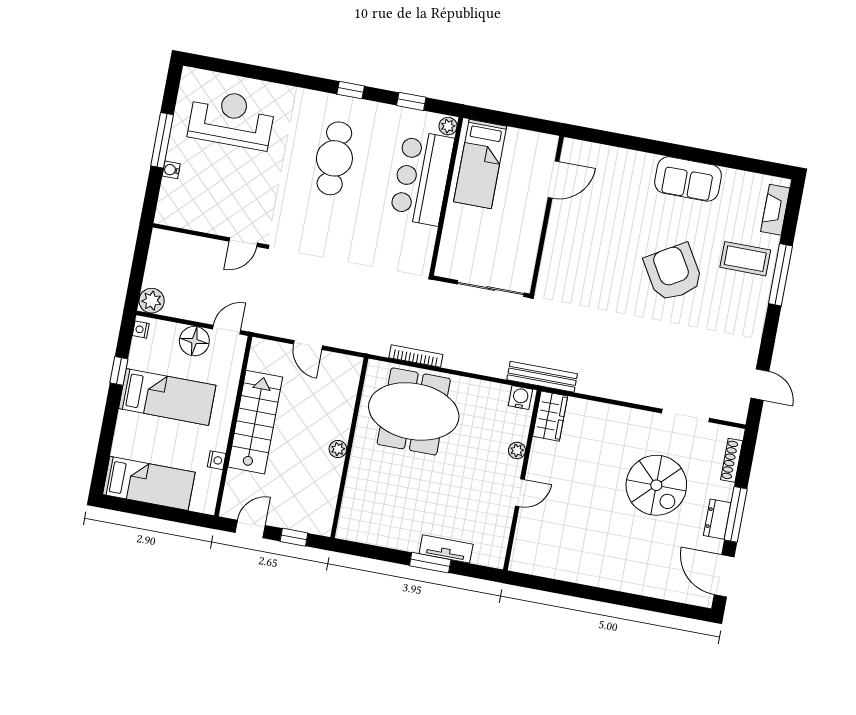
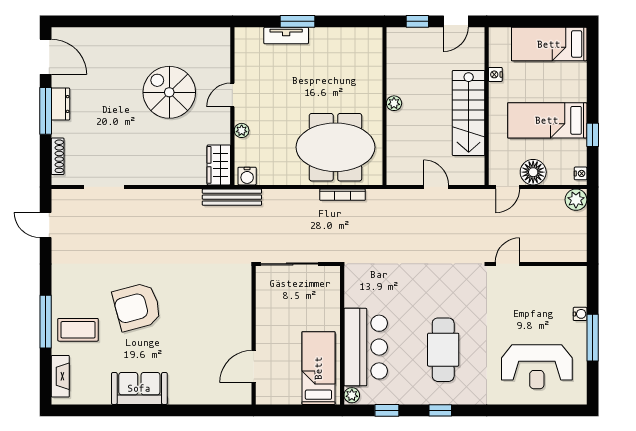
armchair: (673, 272) -> (137, 307), turned 106
spiral stairs: (656, 485) -> (169, 92), moved

